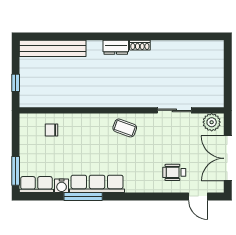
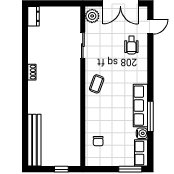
dresser: (116, 47) -> (34, 16), moved

